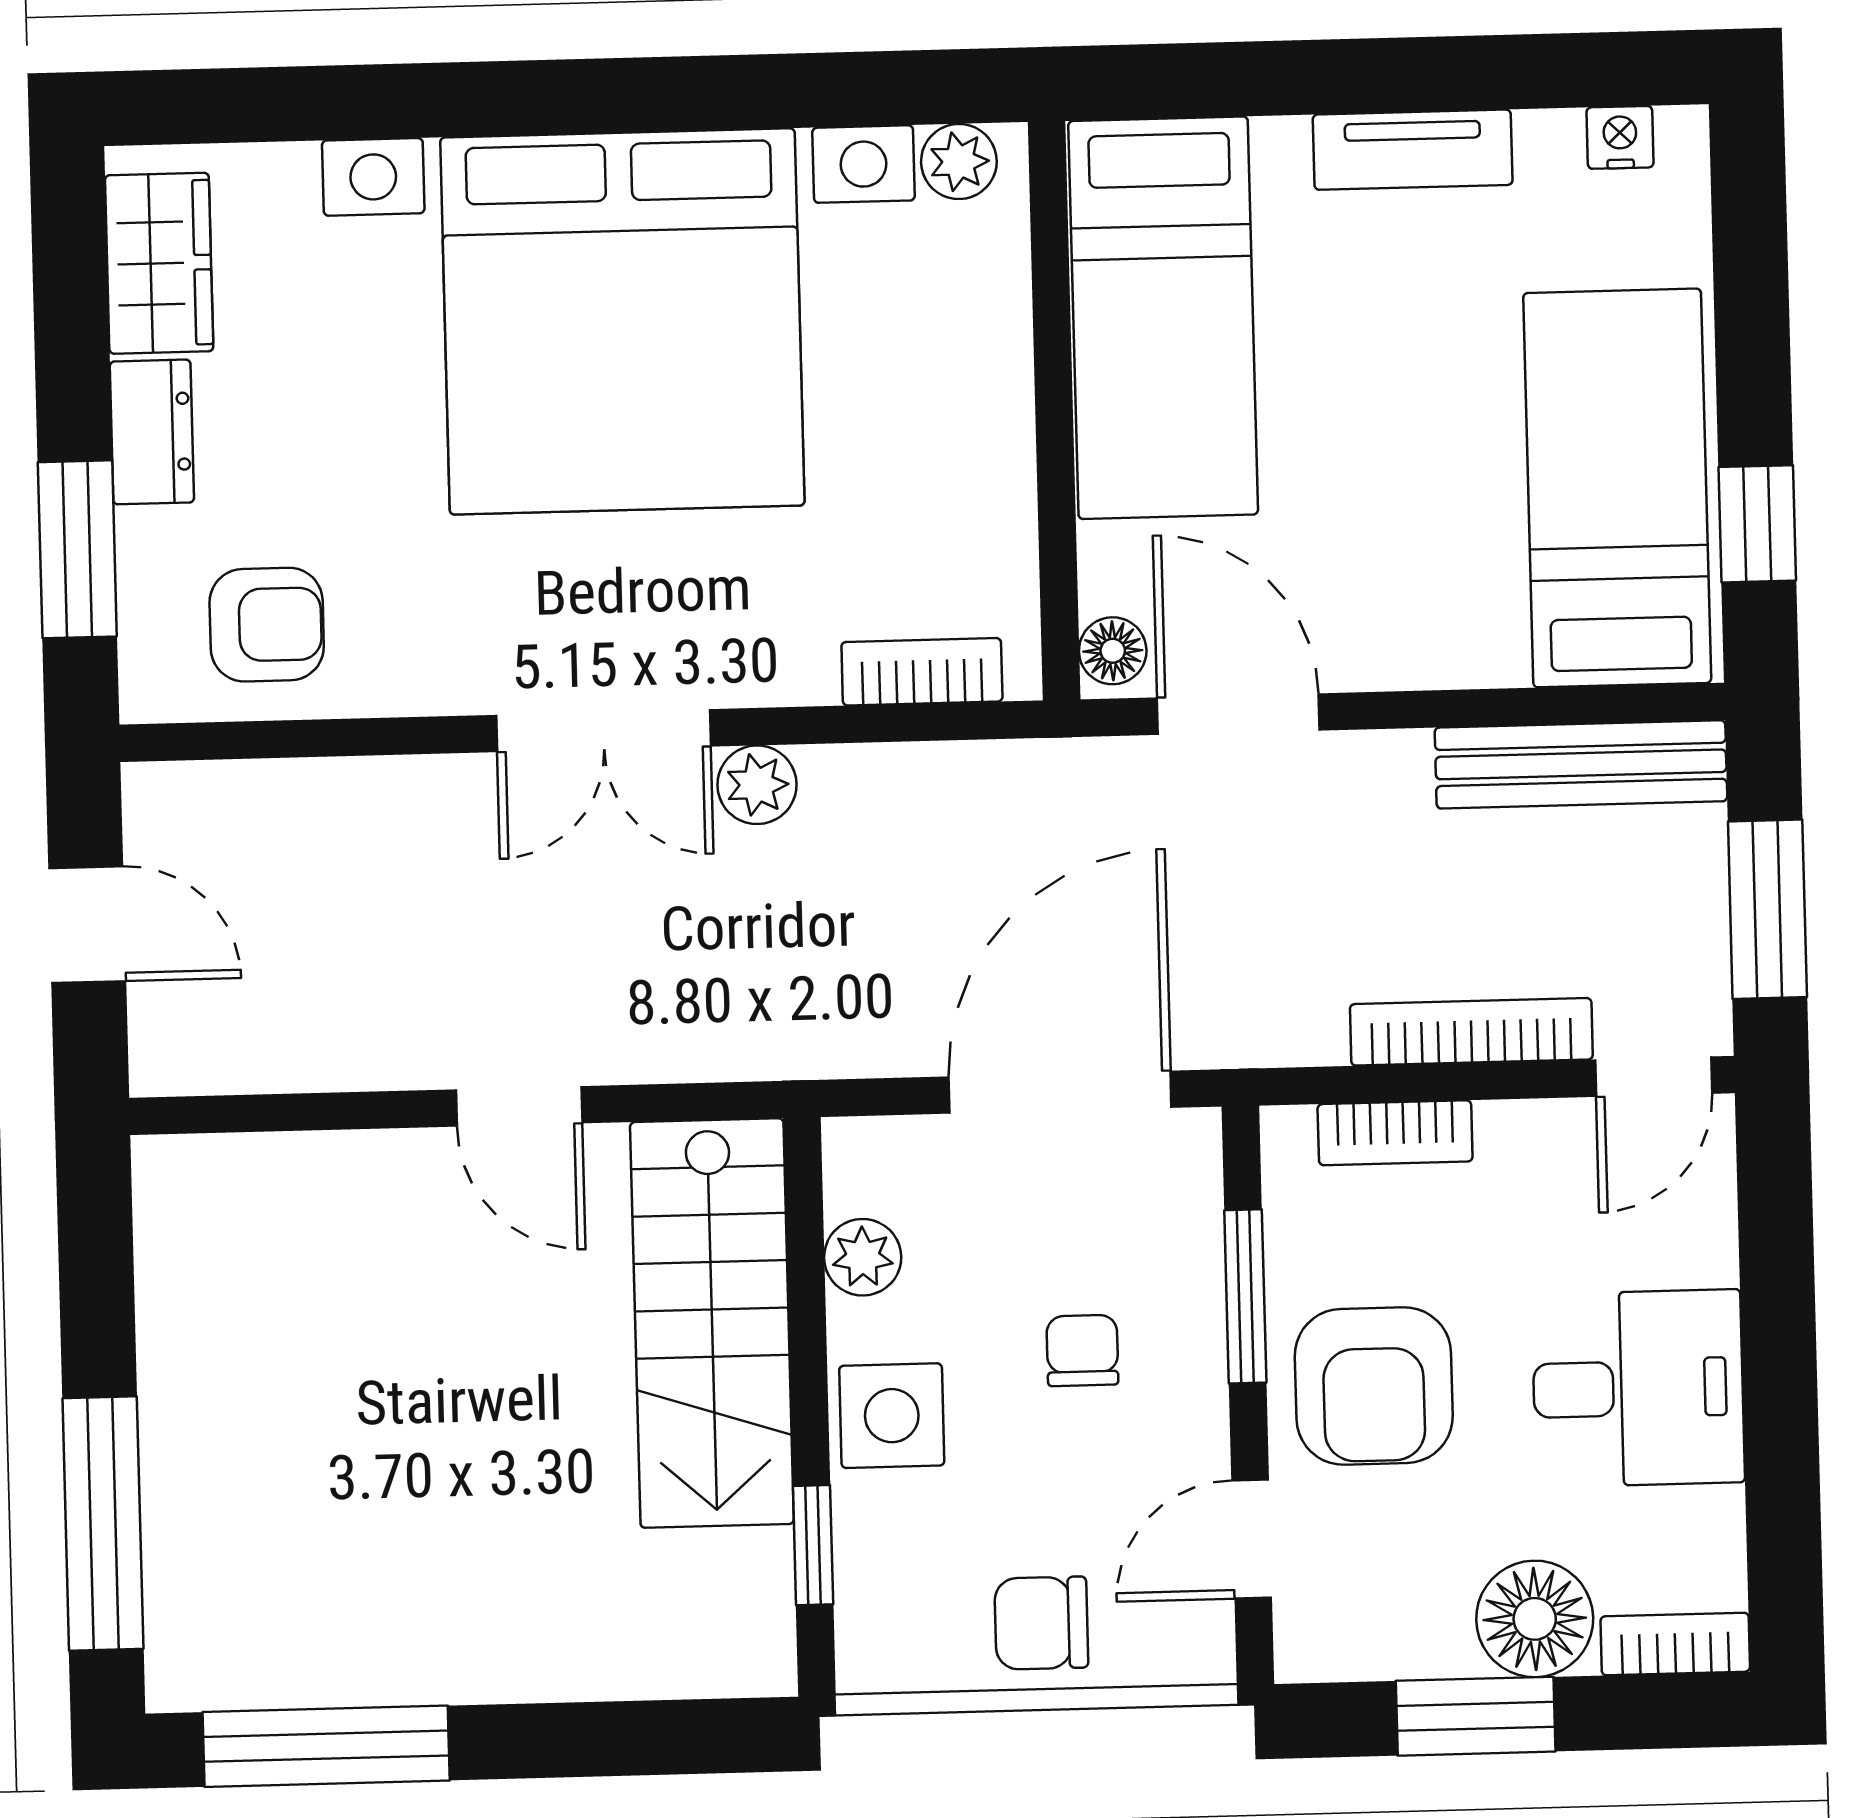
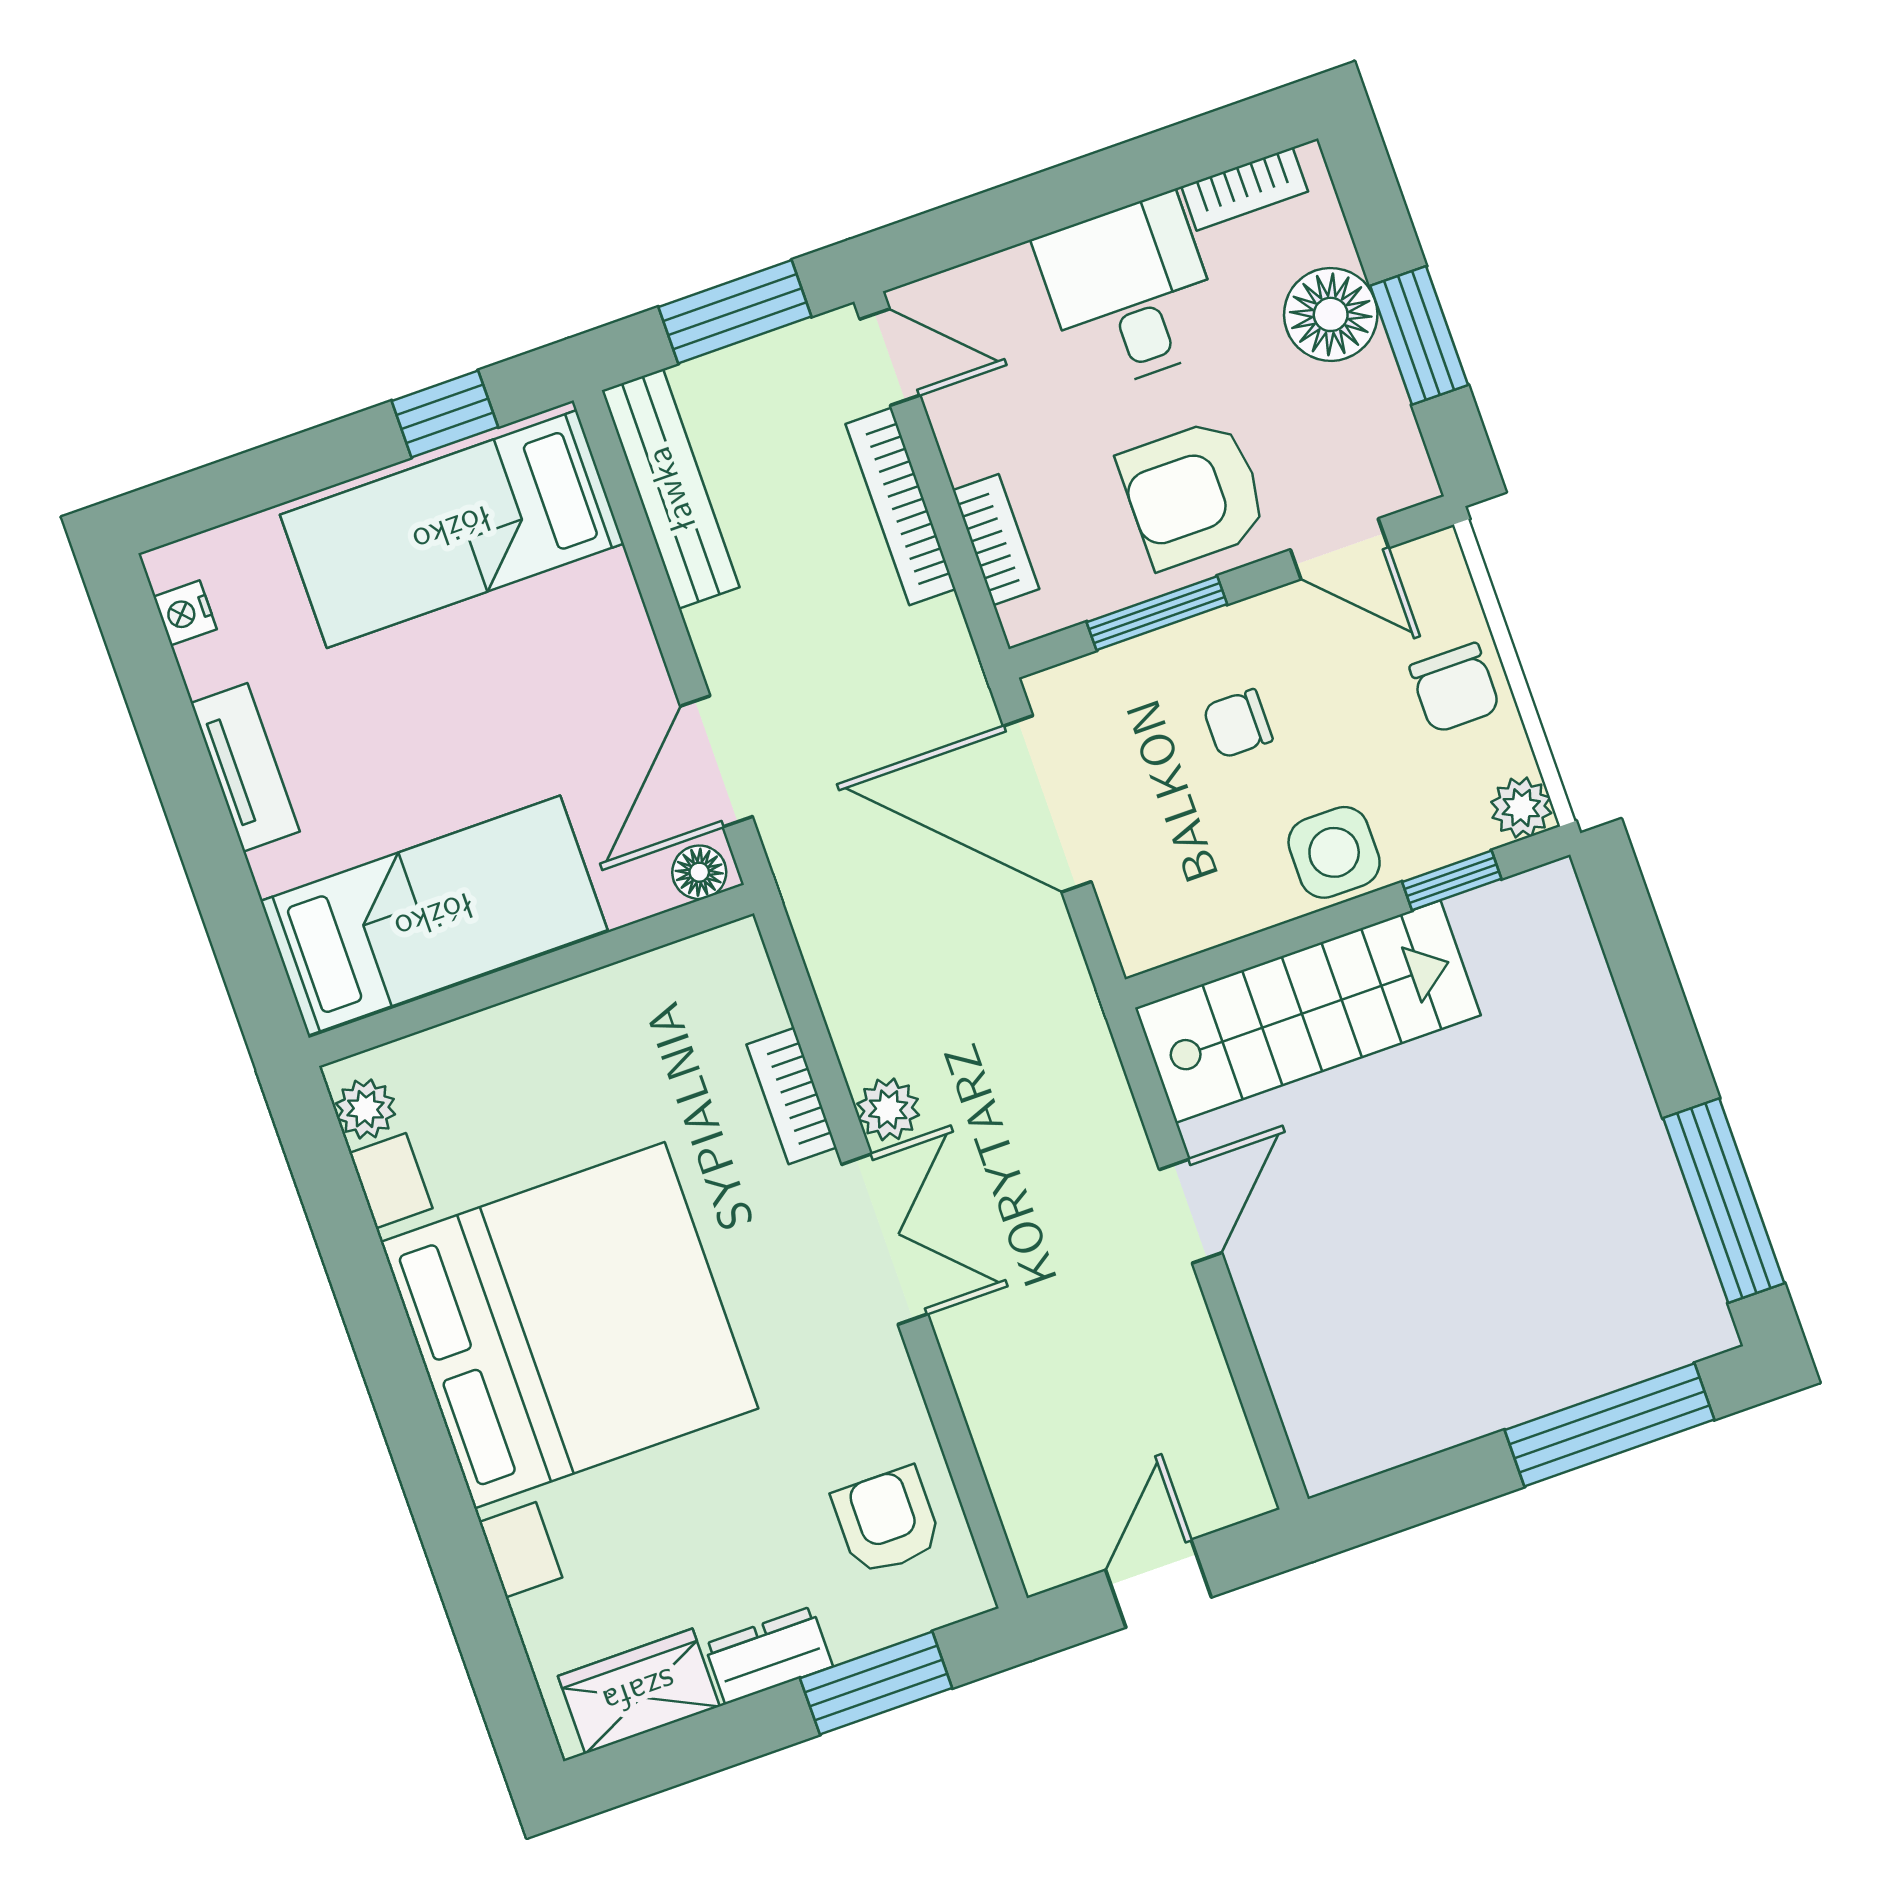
bookcase: (922, 672) -> (792, 1096), moved
plant: (863, 1257) -> (1521, 808), moved
armchair: (1374, 1386) -> (1193, 494), turned 180
bookcase: (1675, 1644) -> (1245, 189), moved, turned -90

